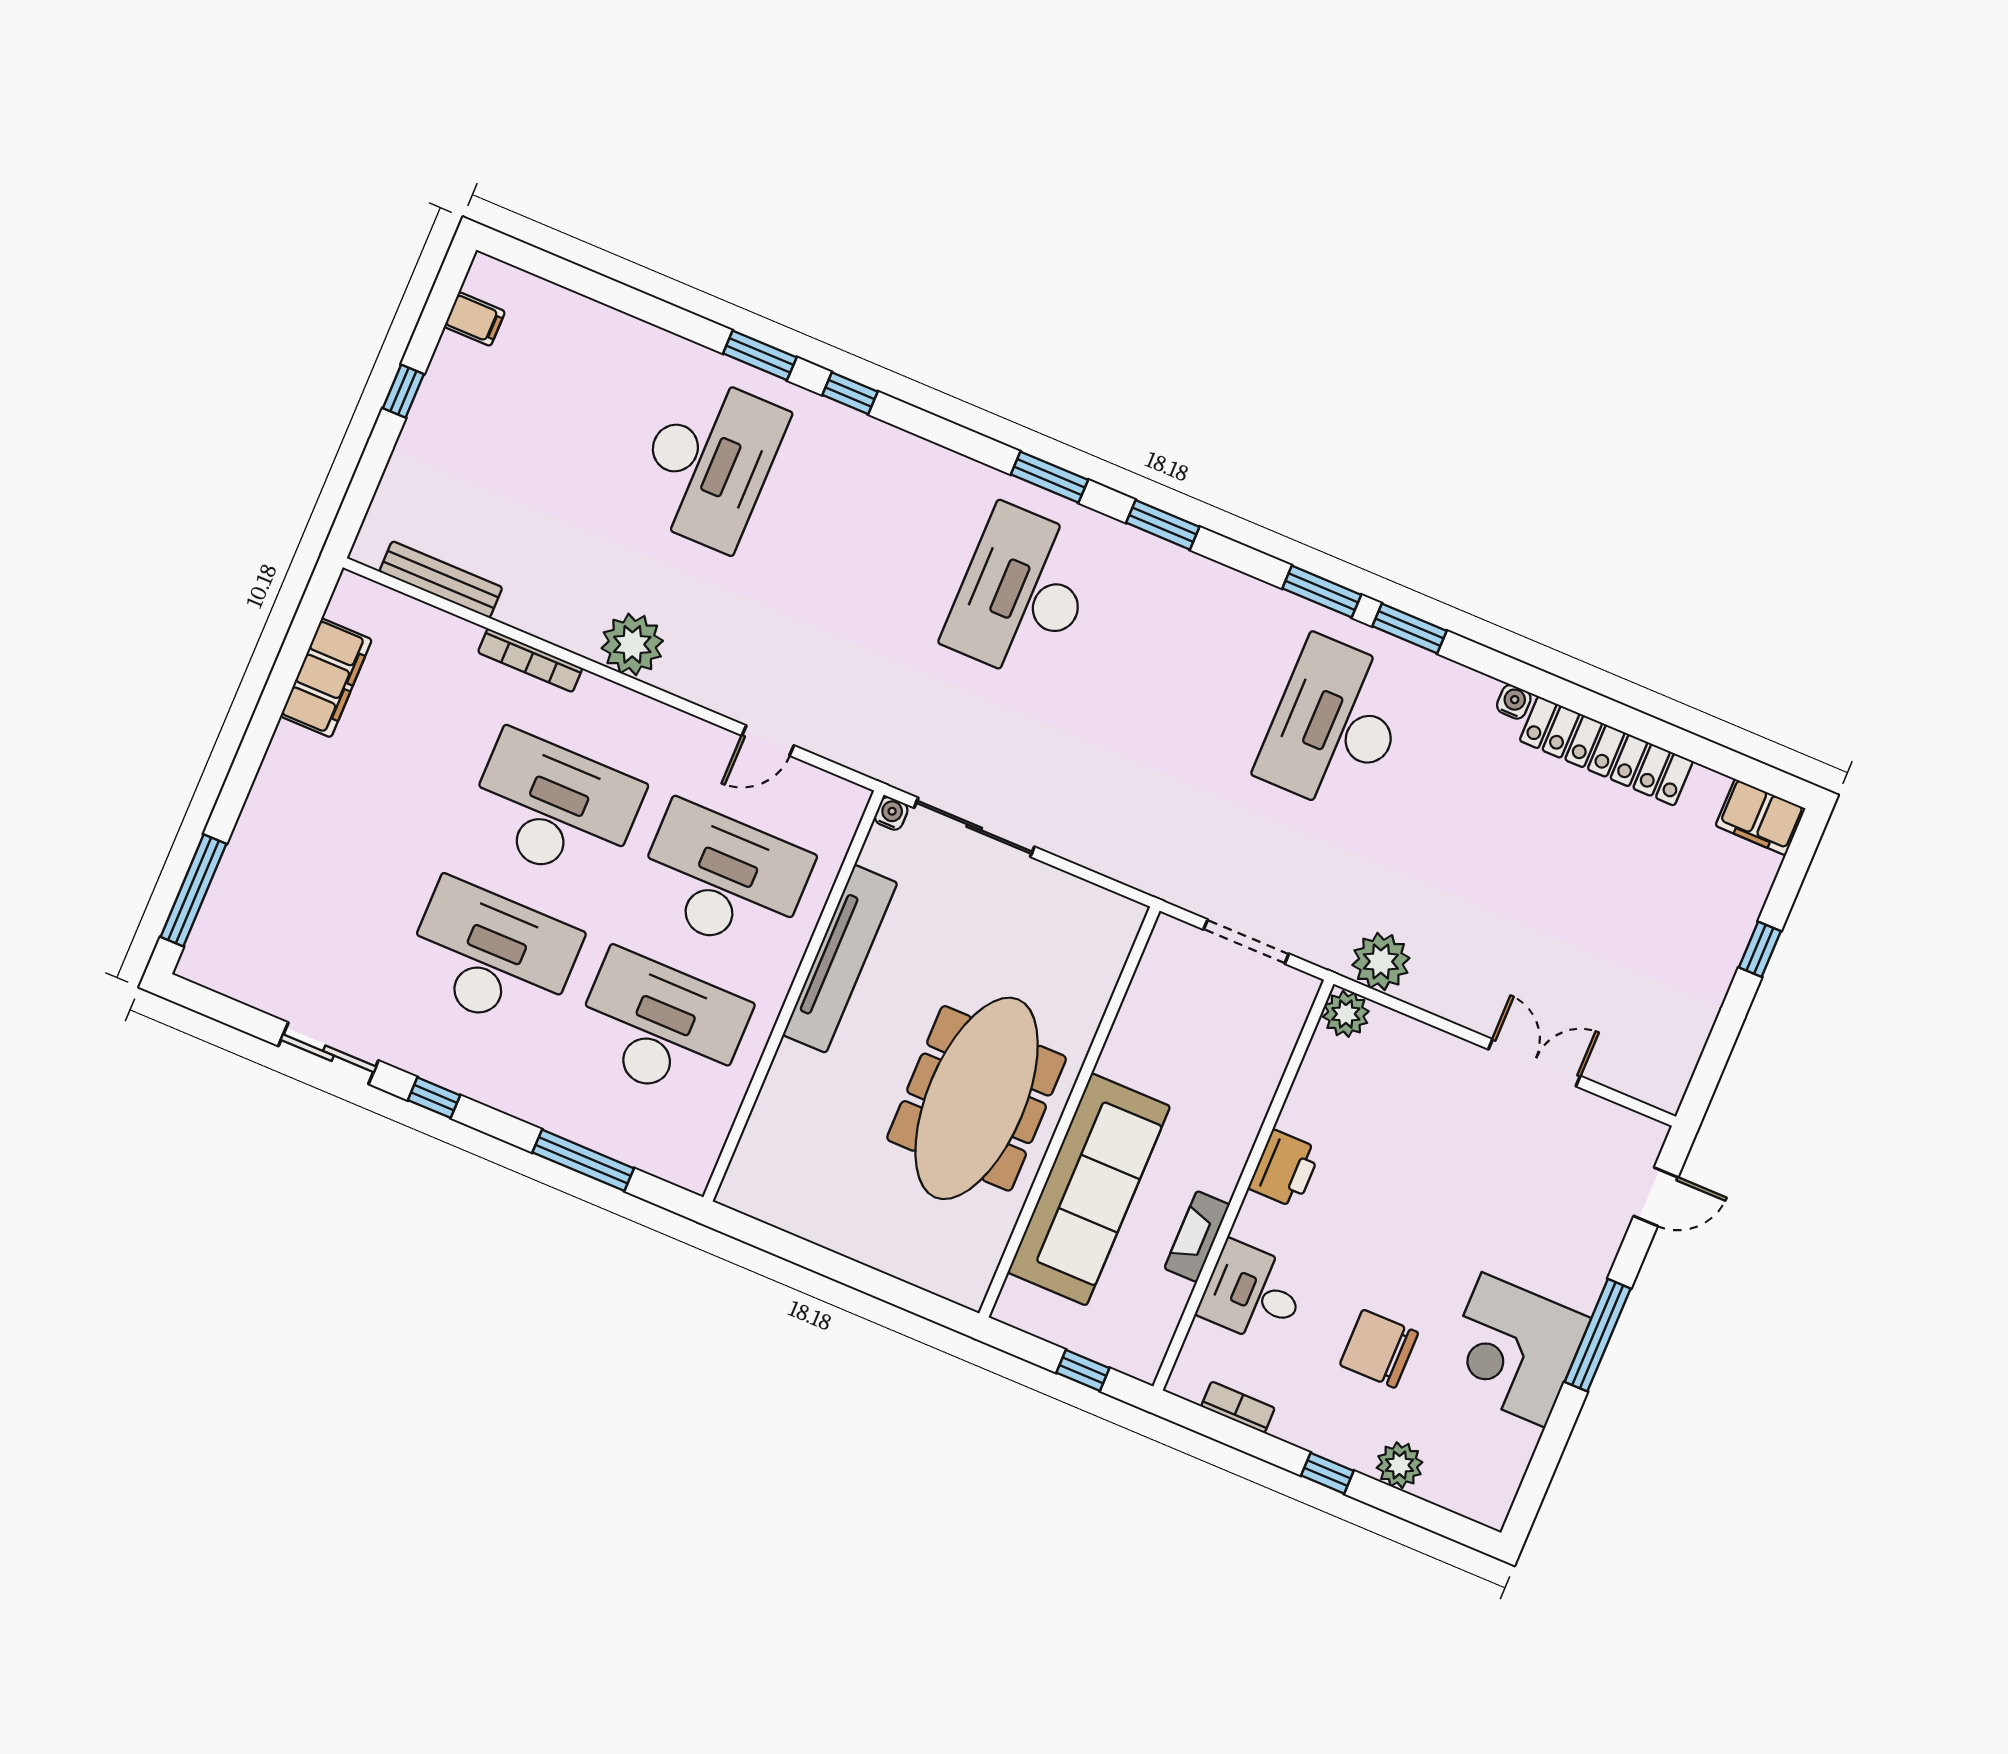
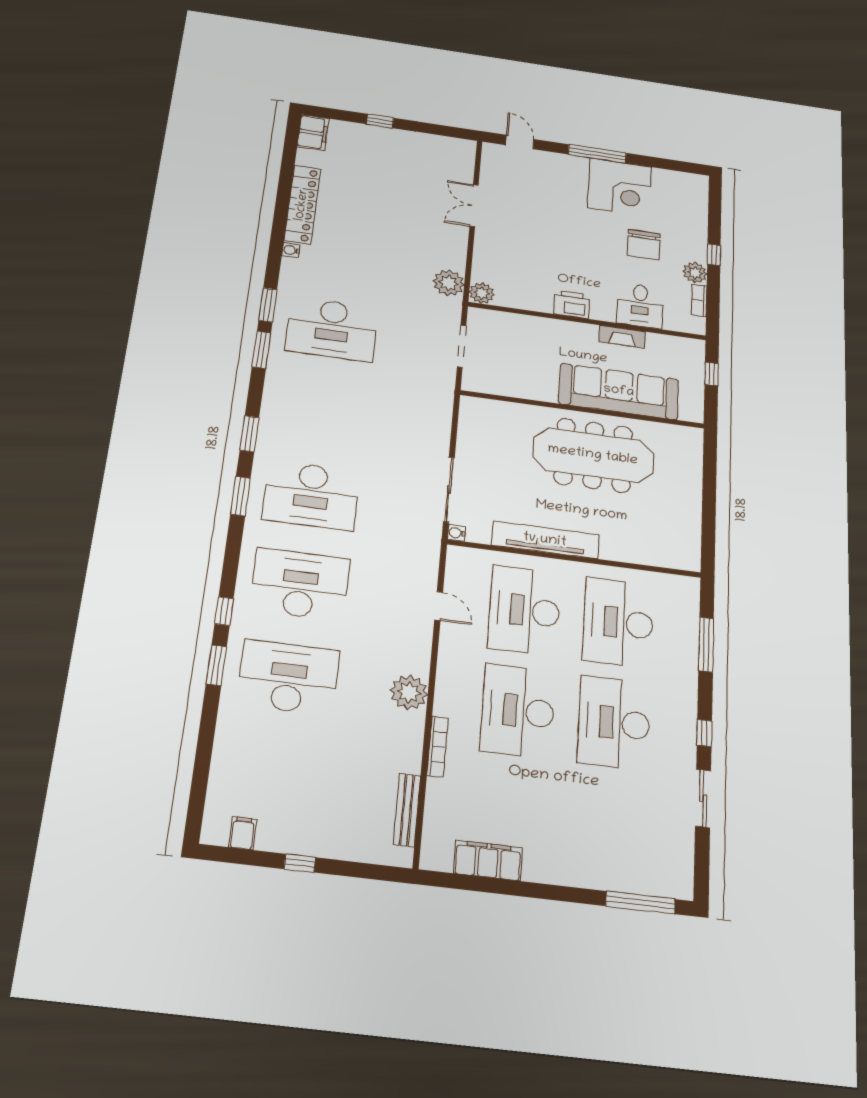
desk: (865, 528) -> (300, 584), added
plant: (1400, 1465) -> (695, 273), moved

